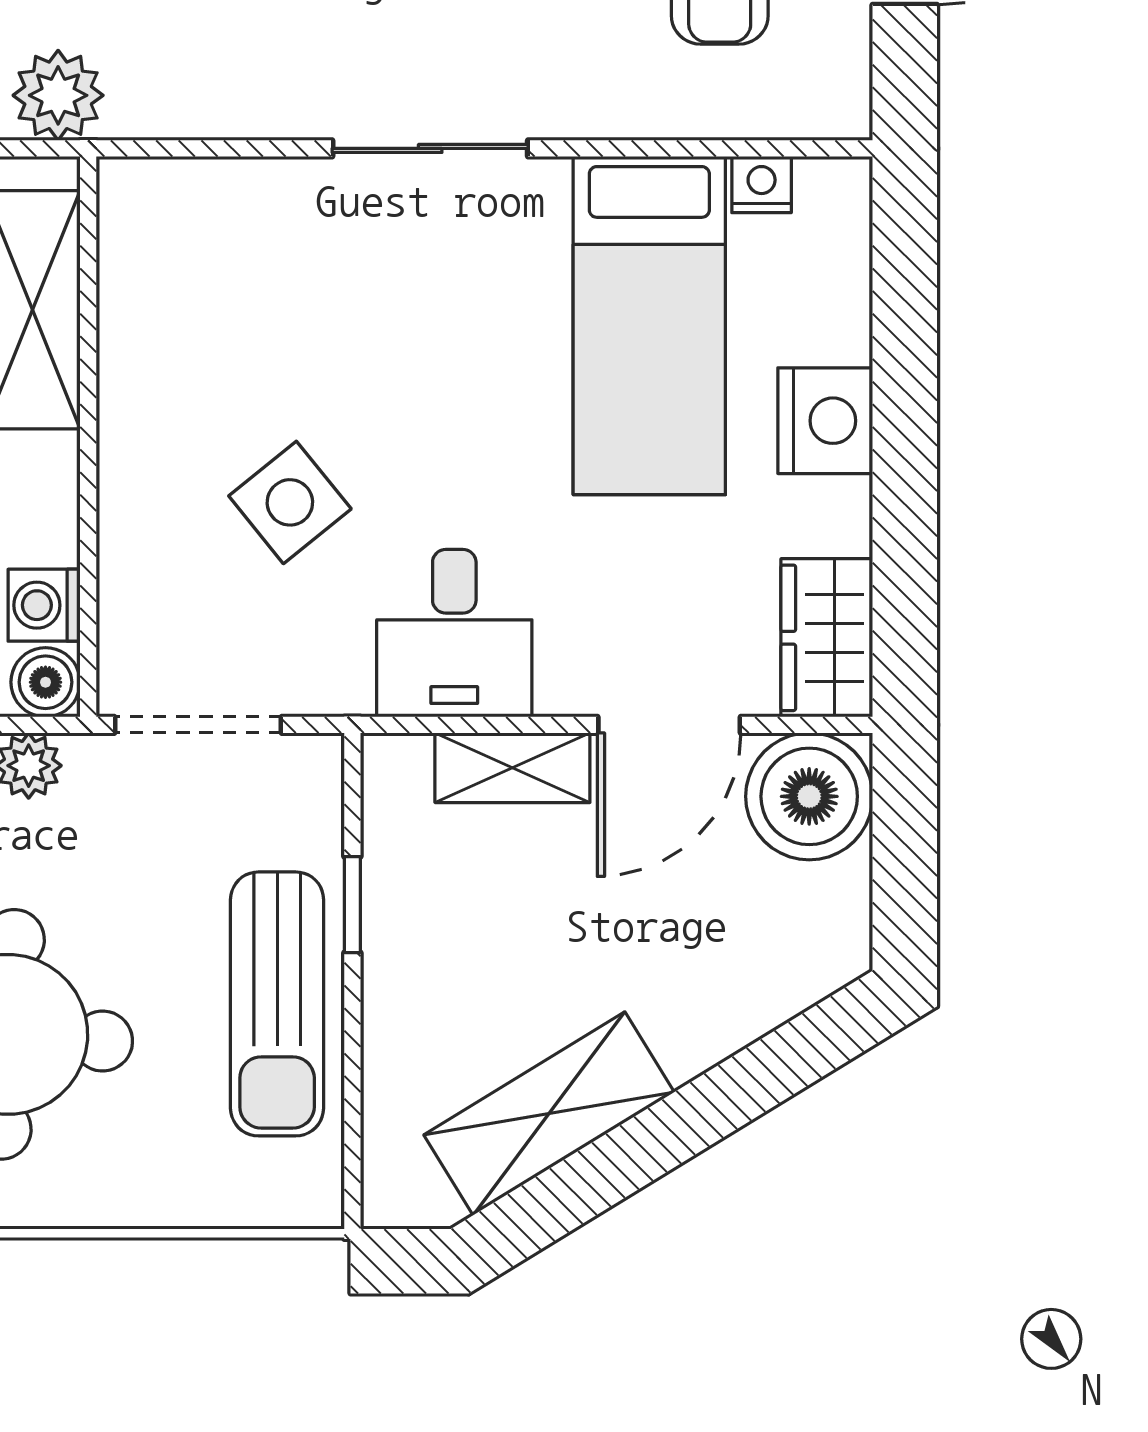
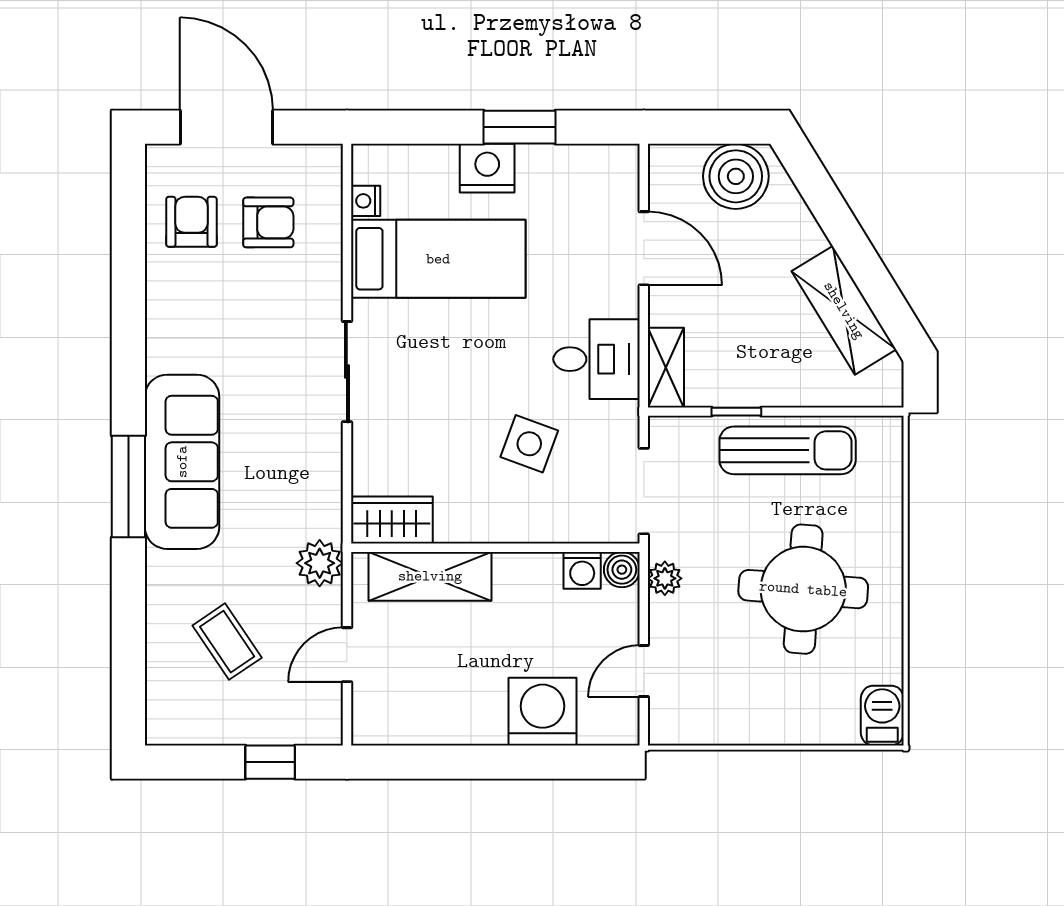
window: (905, 483) -> (519, 127), added
side table: (290, 502) -> (529, 444), turned -31
wardrobe: (827, 638) -> (392, 520), moved, turned 180
shelving: (512, 768) -> (666, 368), moved
boiler: (809, 796) -> (736, 176), moved

